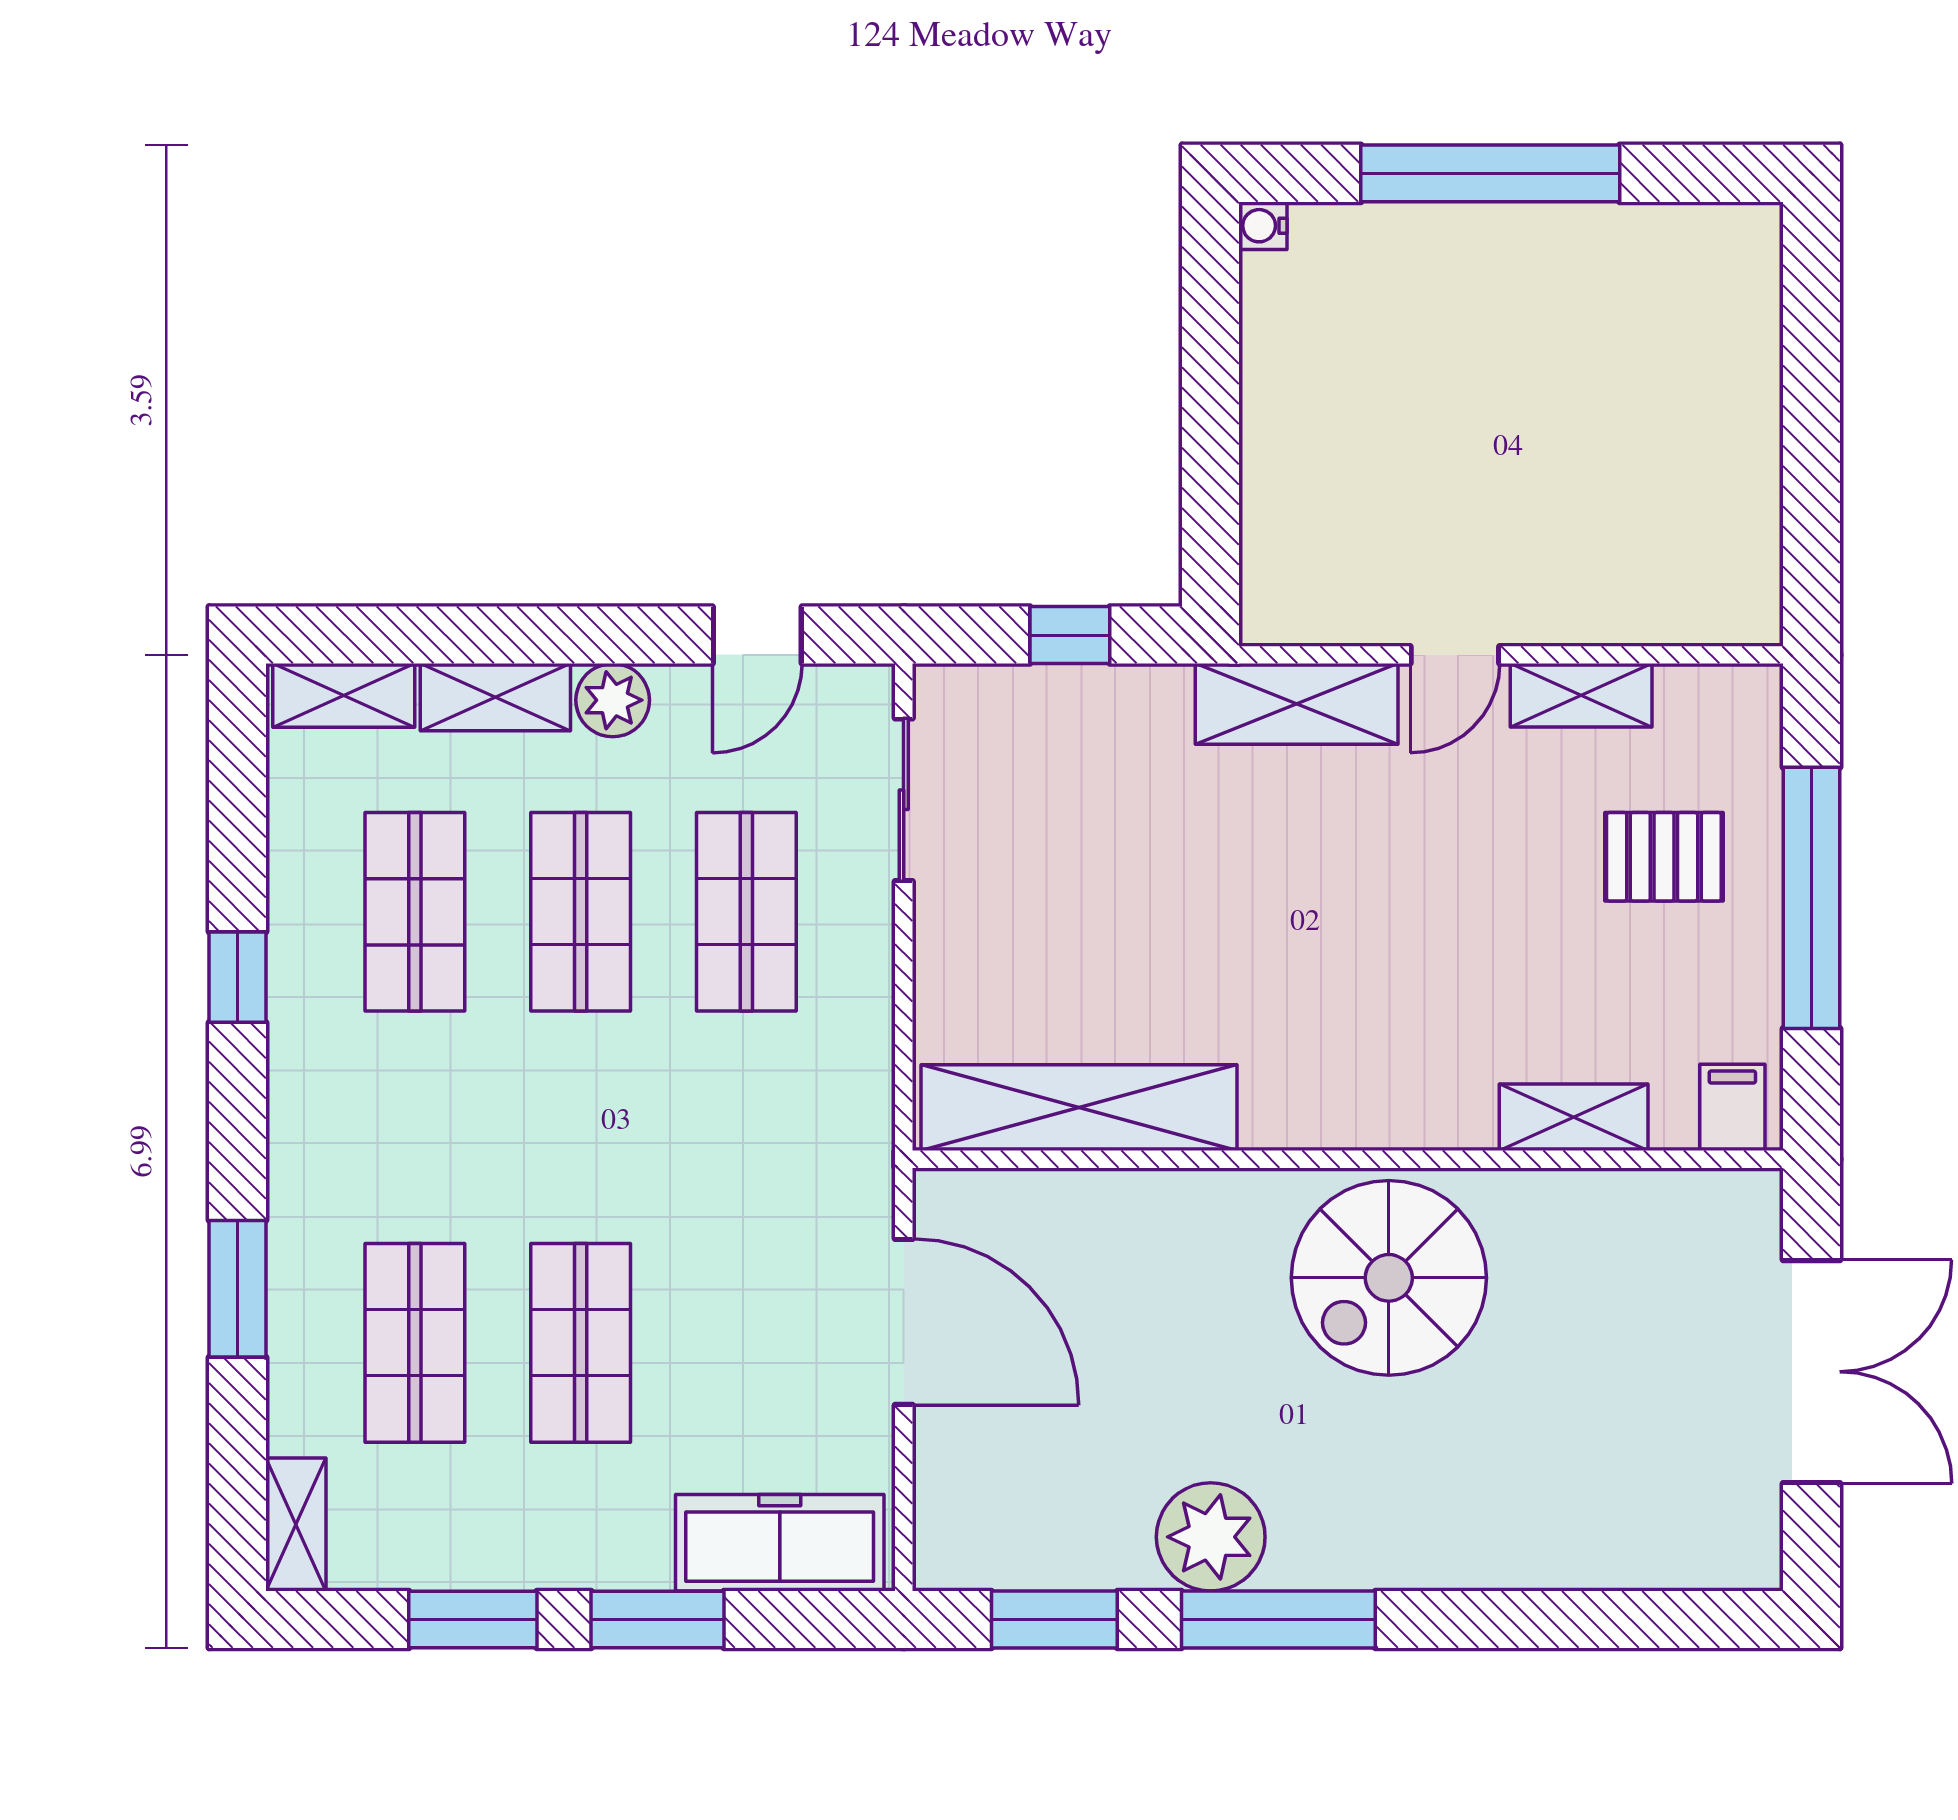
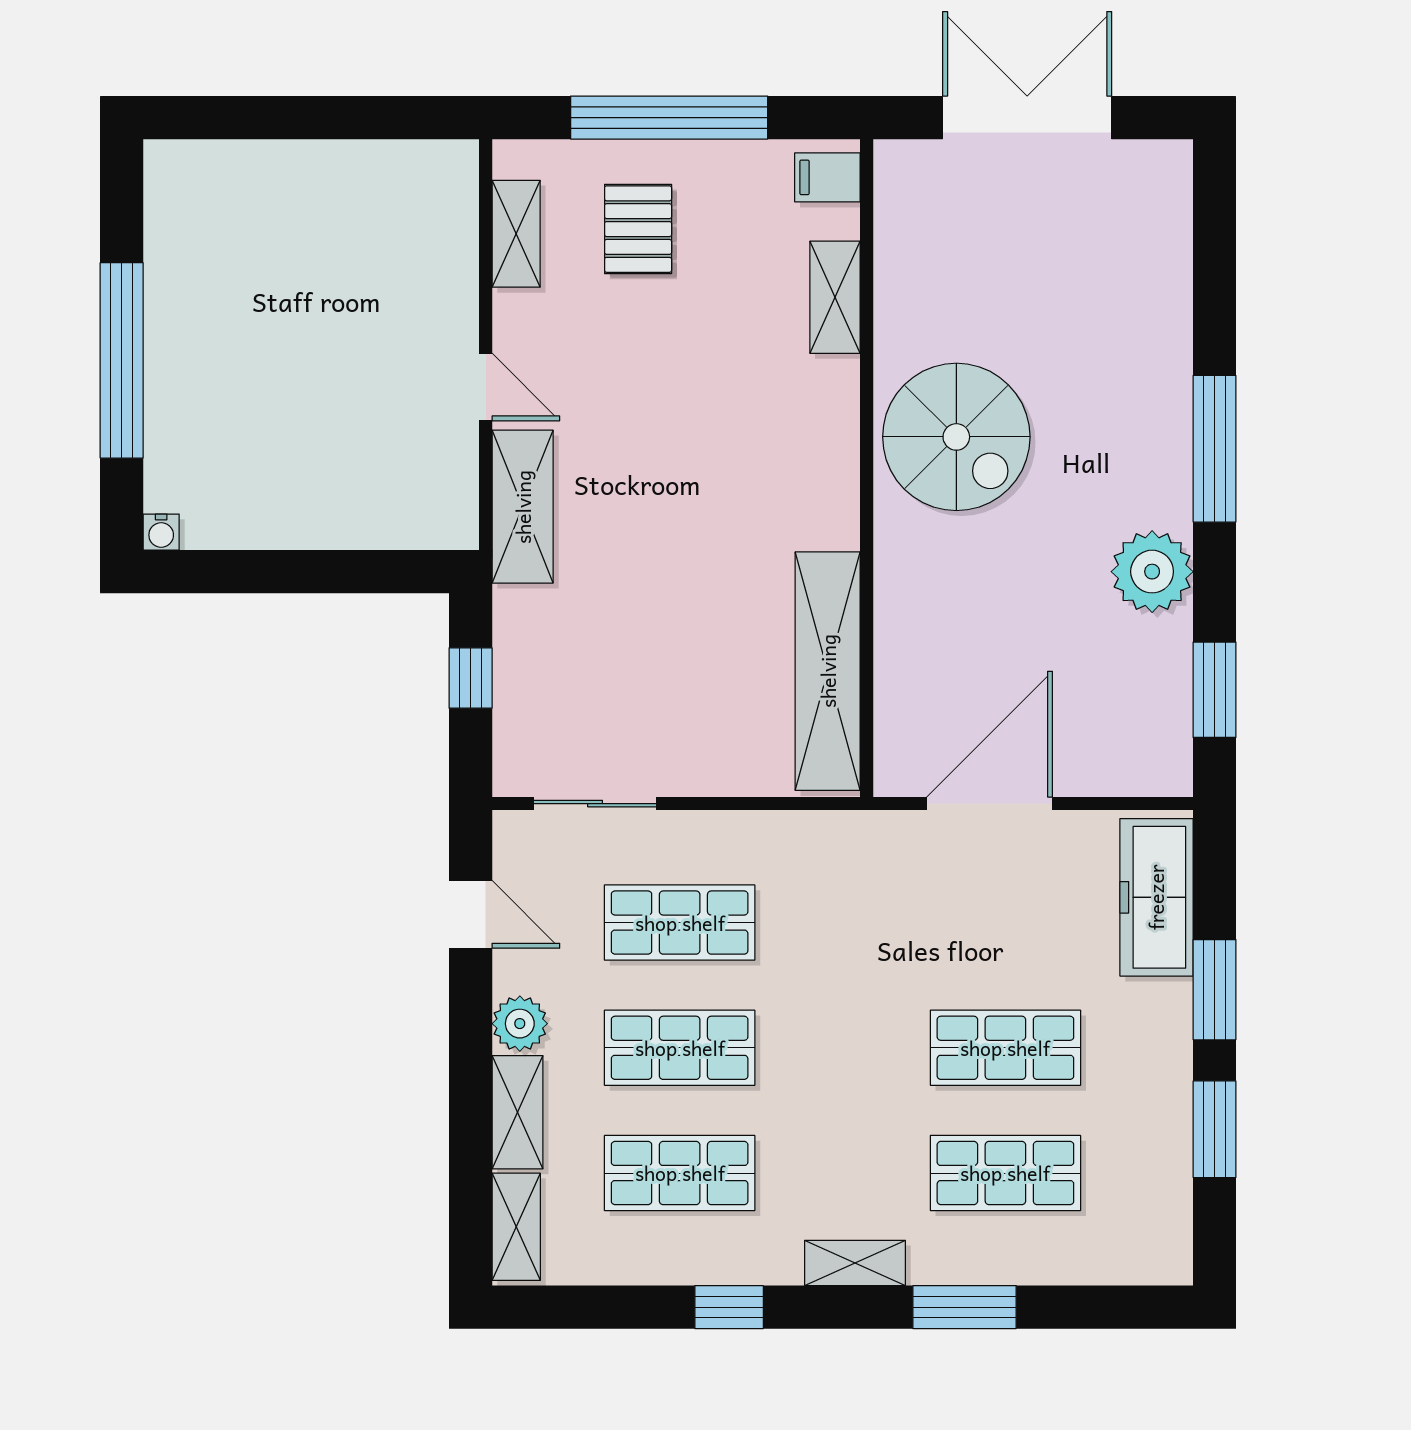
shelving: (1581, 695) -> (516, 234), moved
shelving: (296, 1525) -> (855, 1263), moved
window: (1278, 1619) -> (1215, 449), moved

